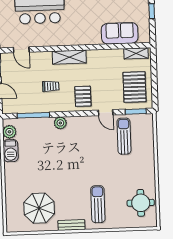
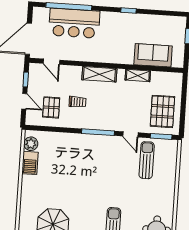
shelving: (136, 53) -> (138, 75), moved
pallet: (83, 96) -> (51, 107), moved
window: (33, 115) -> (98, 132), moved
plant: (60, 123) -> (83, 140), removed

